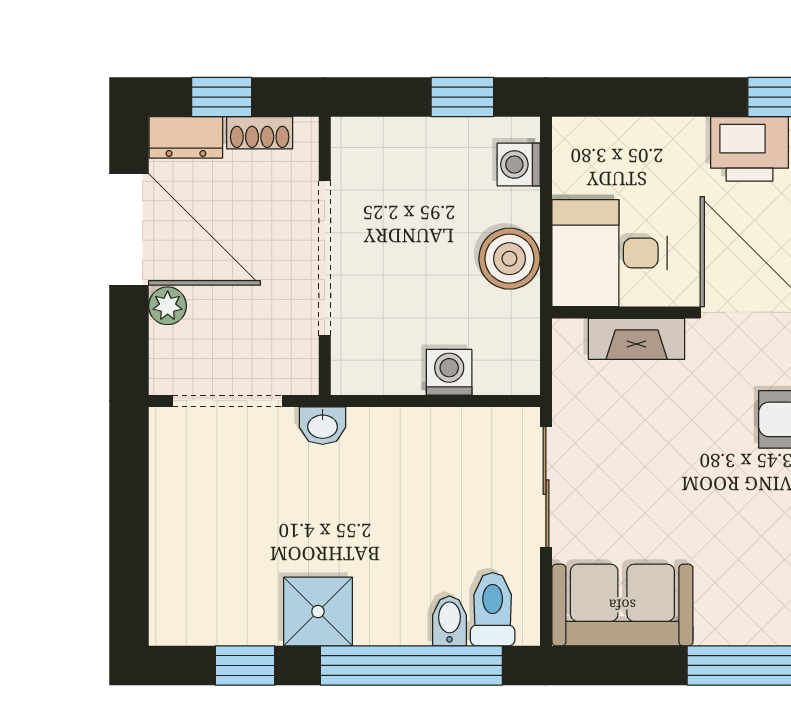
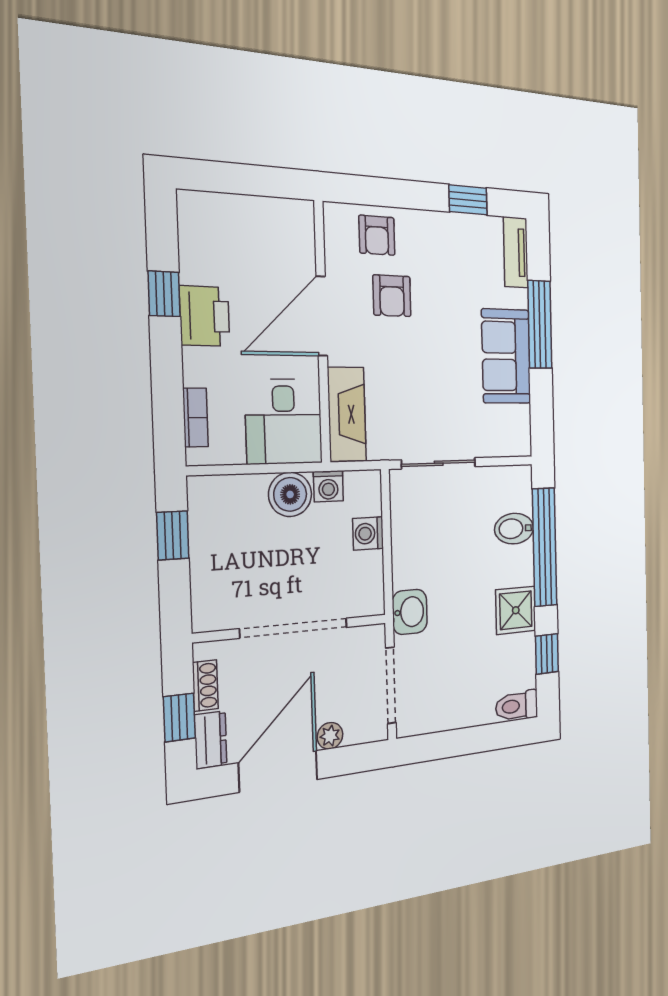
bookcase: (616, 132) -> (196, 418), added
washing machine: (519, 165) -> (328, 486), moved
fireplace: (637, 339) -> (347, 414), width x1.37, depth x1.32
washbasin: (323, 426) -> (410, 612), width x1.38, depth x1.45
sofa: (622, 605) -> (506, 356), moved
toilet: (493, 609) -> (517, 706), moved
bidet: (449, 621) -> (514, 529), width x1.38, depth x1.36

